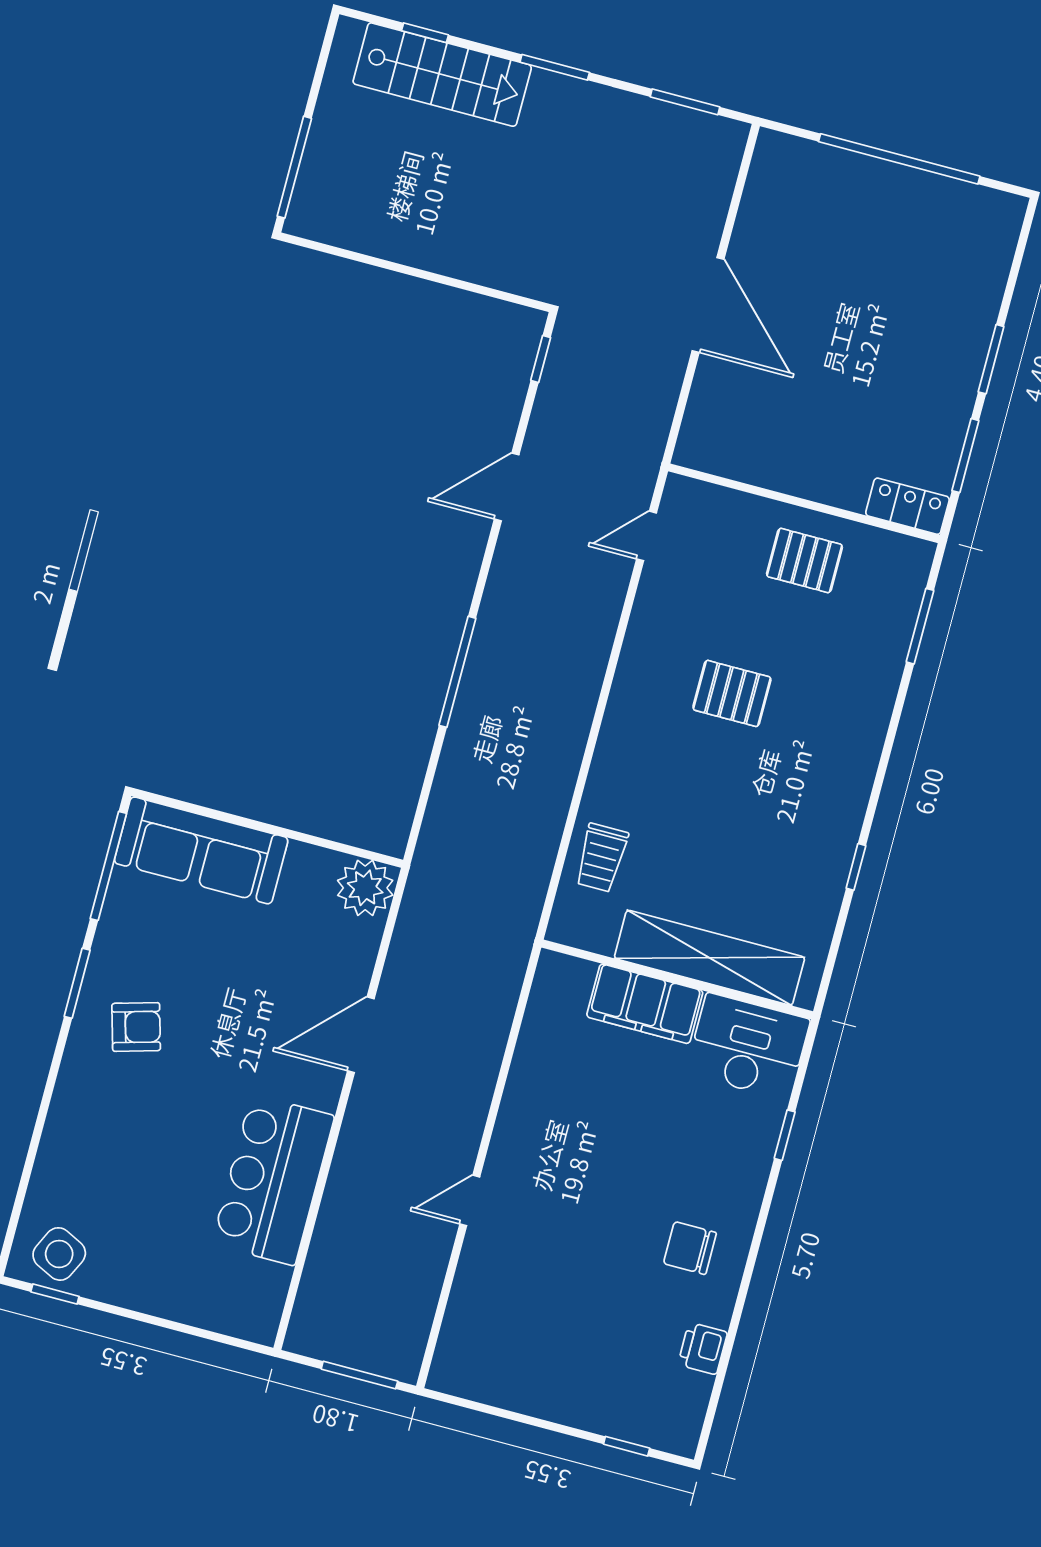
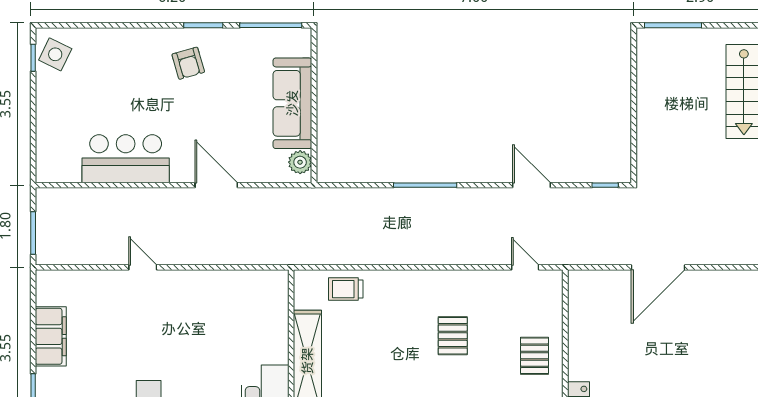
sofa: (201, 850) -> (292, 103), moved
plant: (365, 888) -> (300, 162), width x0.73, depth x0.73
filing cabinet: (645, 1004) -> (51, 336), moved, turned 180

